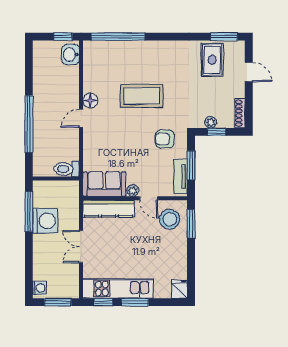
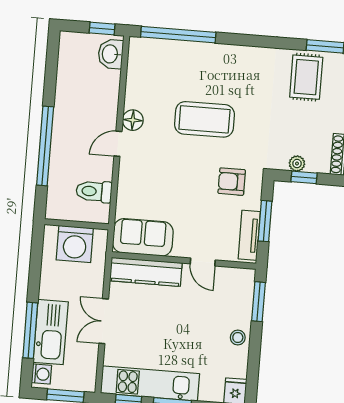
toilet: (67, 169) -> (94, 191), moved
plant: (133, 191) -> (182, 249), removed
window: (29, 212) -> (30, 330), moved
stool: (170, 219) -> (238, 338), moved, width x0.53, depth x0.53
washing machine: (45, 221) -> (75, 244), moved, turned 90
kitchen sink: (44, 257) -> (51, 332), added

